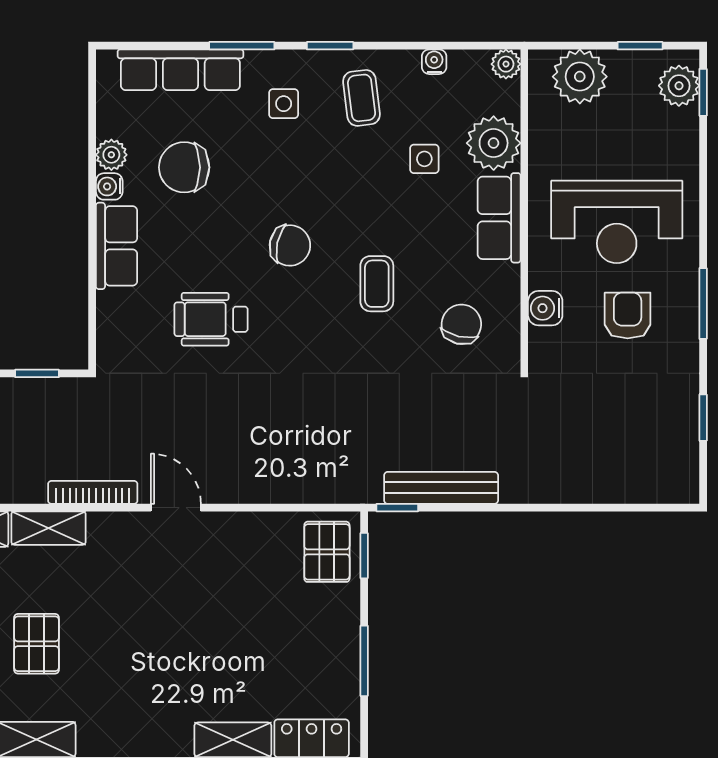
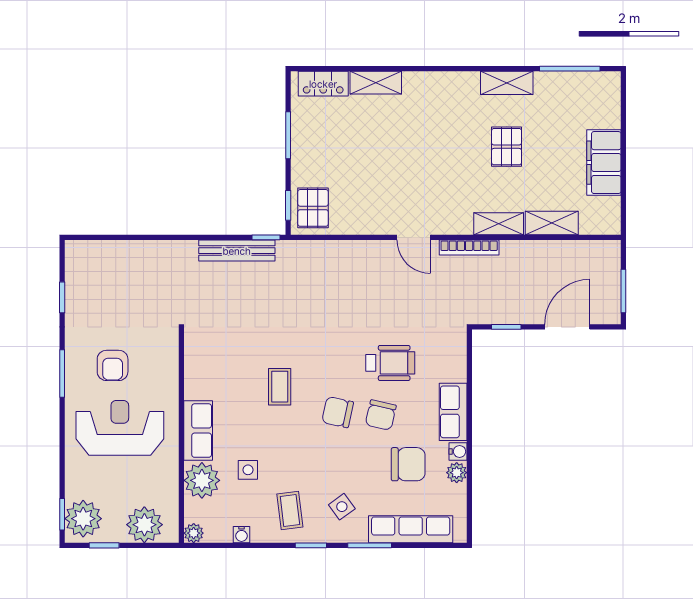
plant: (679, 86) -> (83, 519), width x1.36, depth x1.36
side table: (284, 104) -> (342, 507), turned -36
water cooler: (545, 308) -> (167, 370), removed
chair: (461, 324) -> (381, 415), moved

